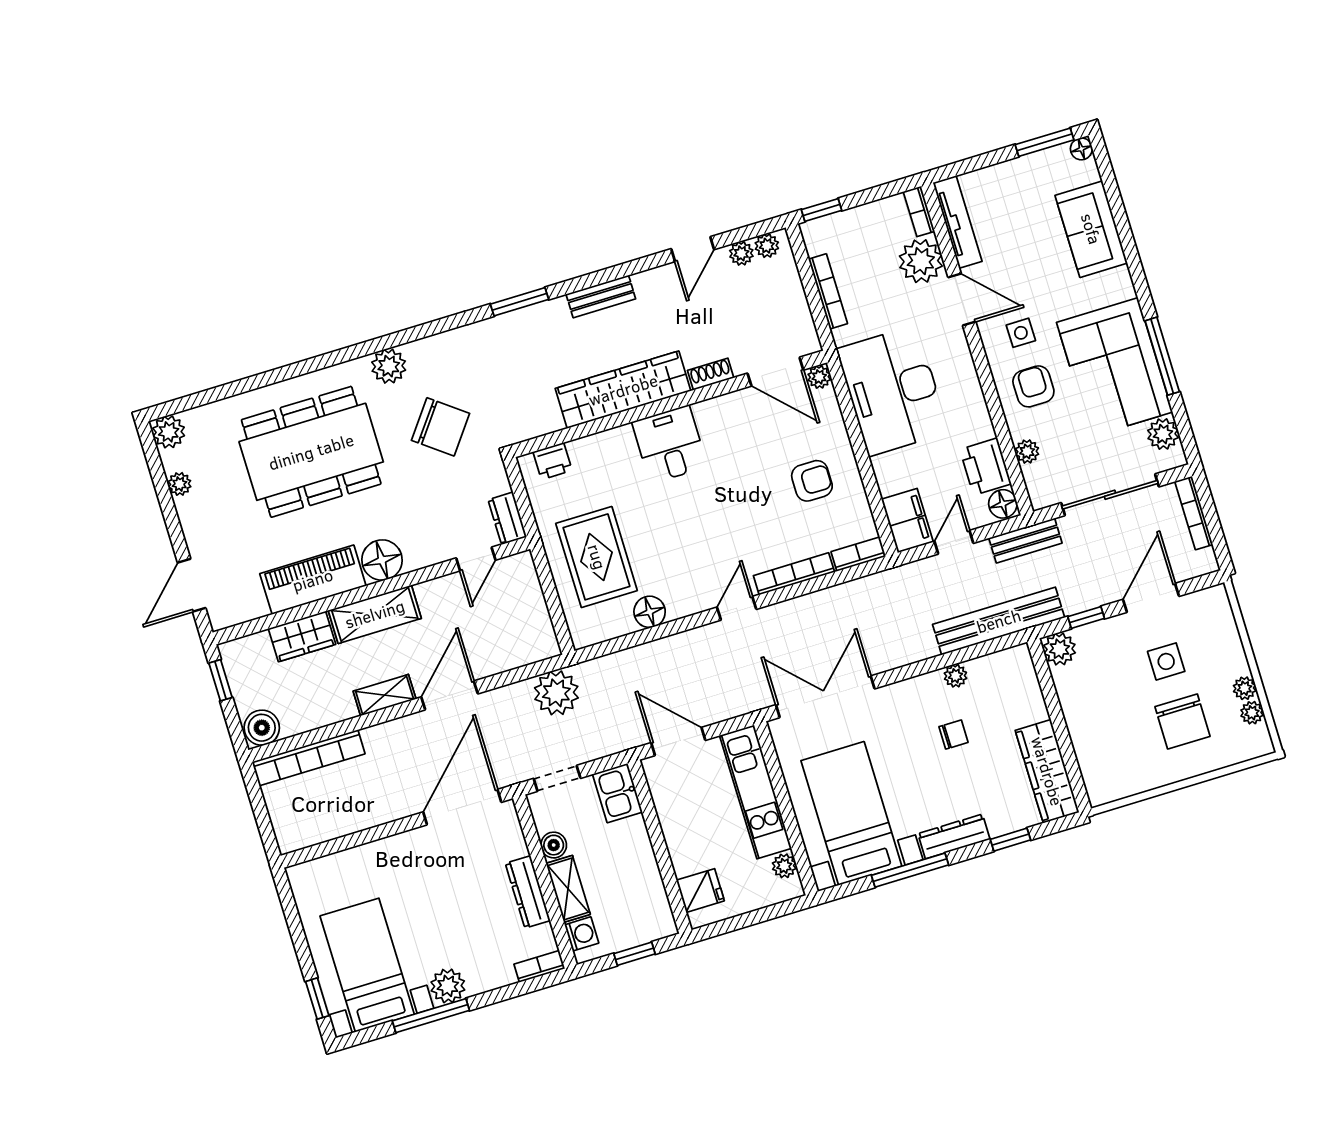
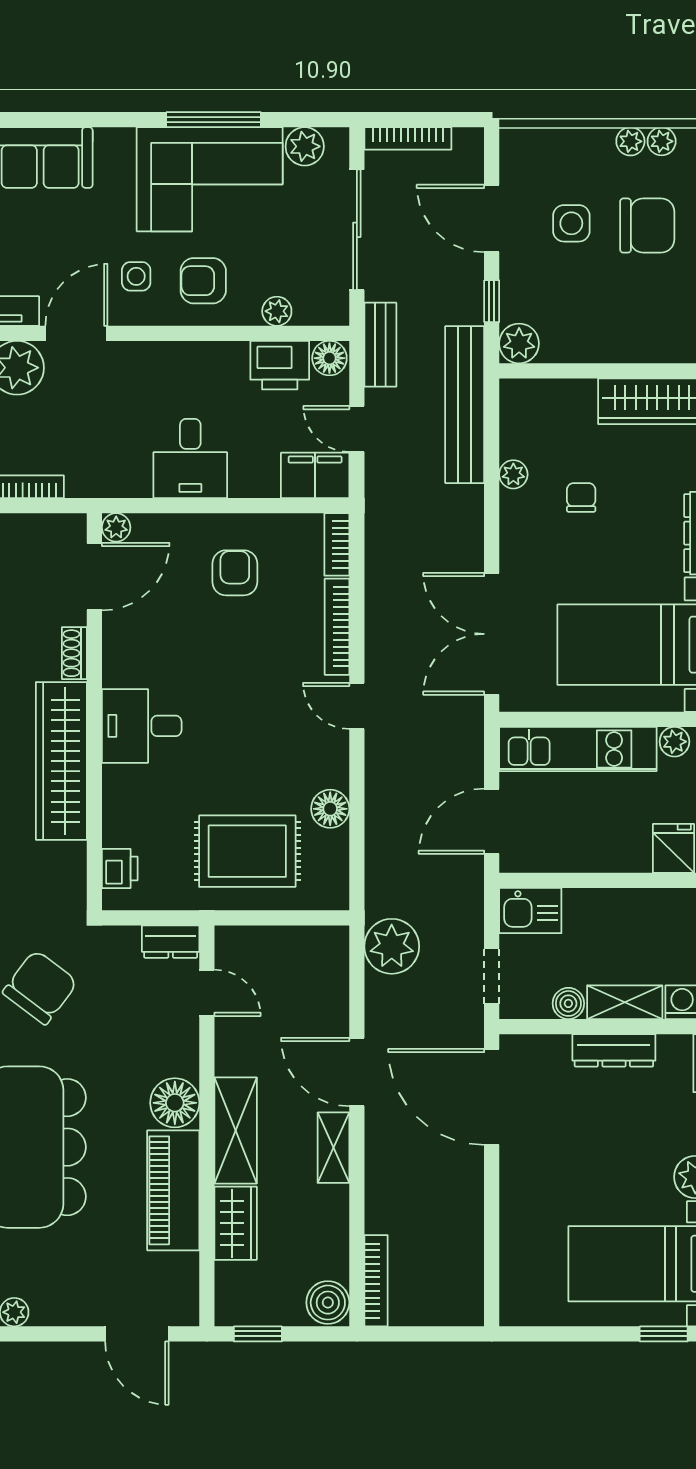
desk: (893, 391) -> (190, 459), width x0.53, depth x0.77
bookcase: (308, 758) -> (376, 1281), width x0.68, depth x0.76

